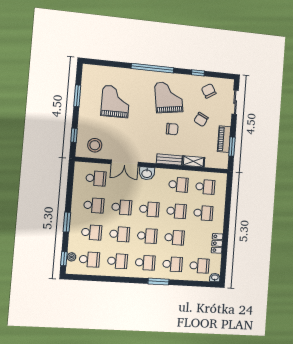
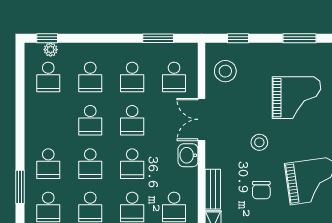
stool: (142, 128) -> (259, 142), added
window: (67, 222) -> (158, 38), moved
school desk: (117, 261) -> (48, 120), removed

